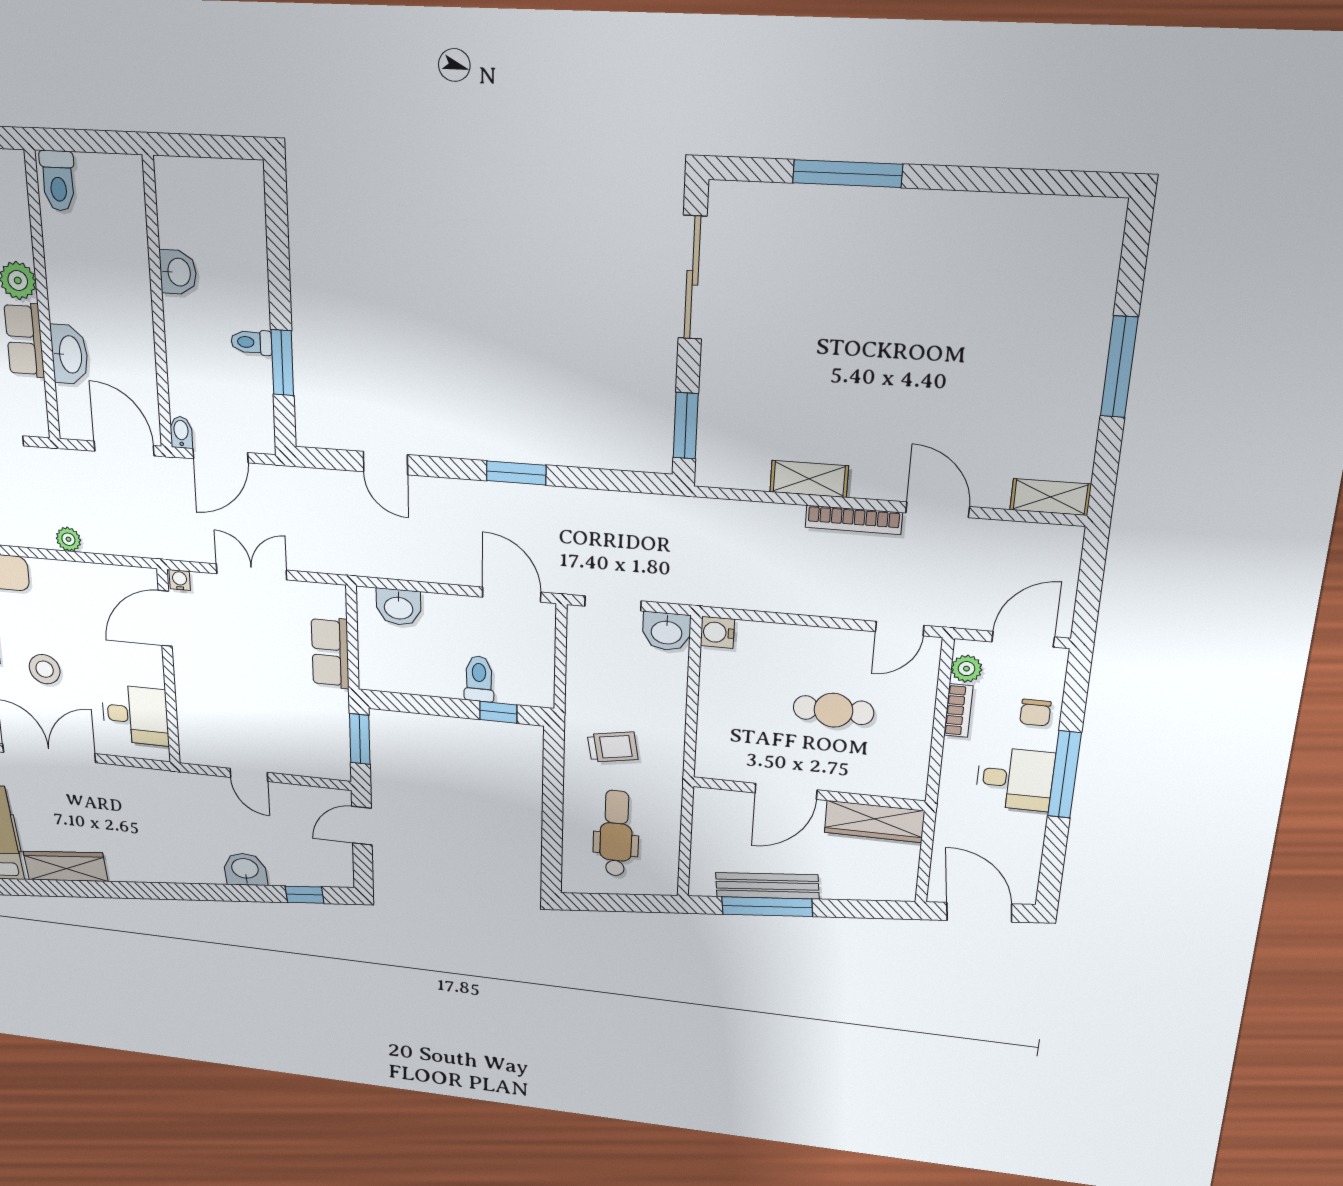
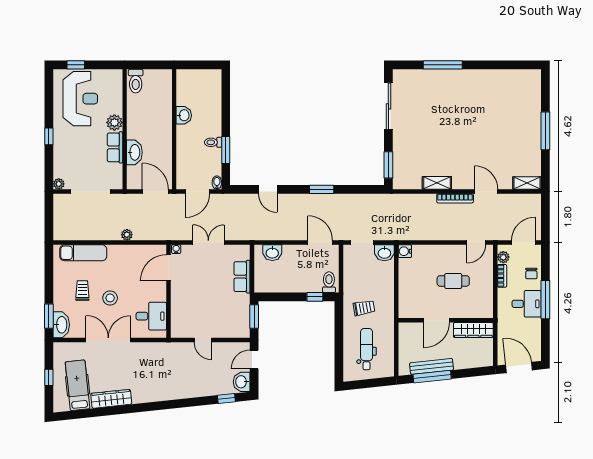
bidet: (181, 432) -> (217, 183), moved
toilet: (479, 679) -> (329, 282), moved
washbasin: (245, 869) -> (242, 382), moved, turned -84

